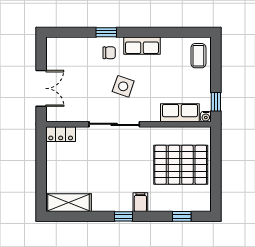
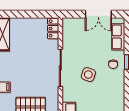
row of seats: (142, 46) -> (118, 37), moved
double door: (41, 88) -> (98, 14), moved

